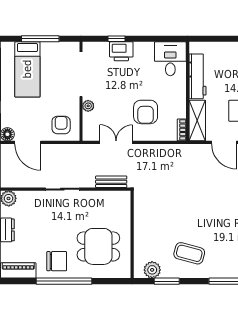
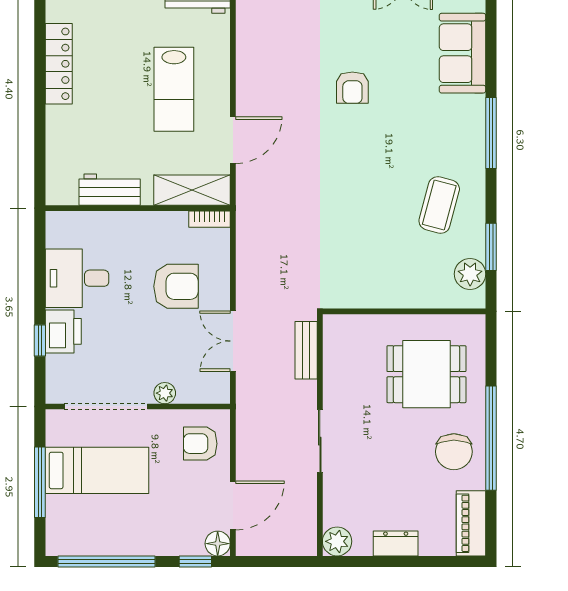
desk: (170, 59) -> (77, 278), moved
bed: (27, 69) -> (97, 470), moved
workbench: (197, 76) -> (110, 190), width x0.73
dining table: (98, 246) -> (426, 374), turned 90
chair: (57, 261) -> (454, 452), turned 180

